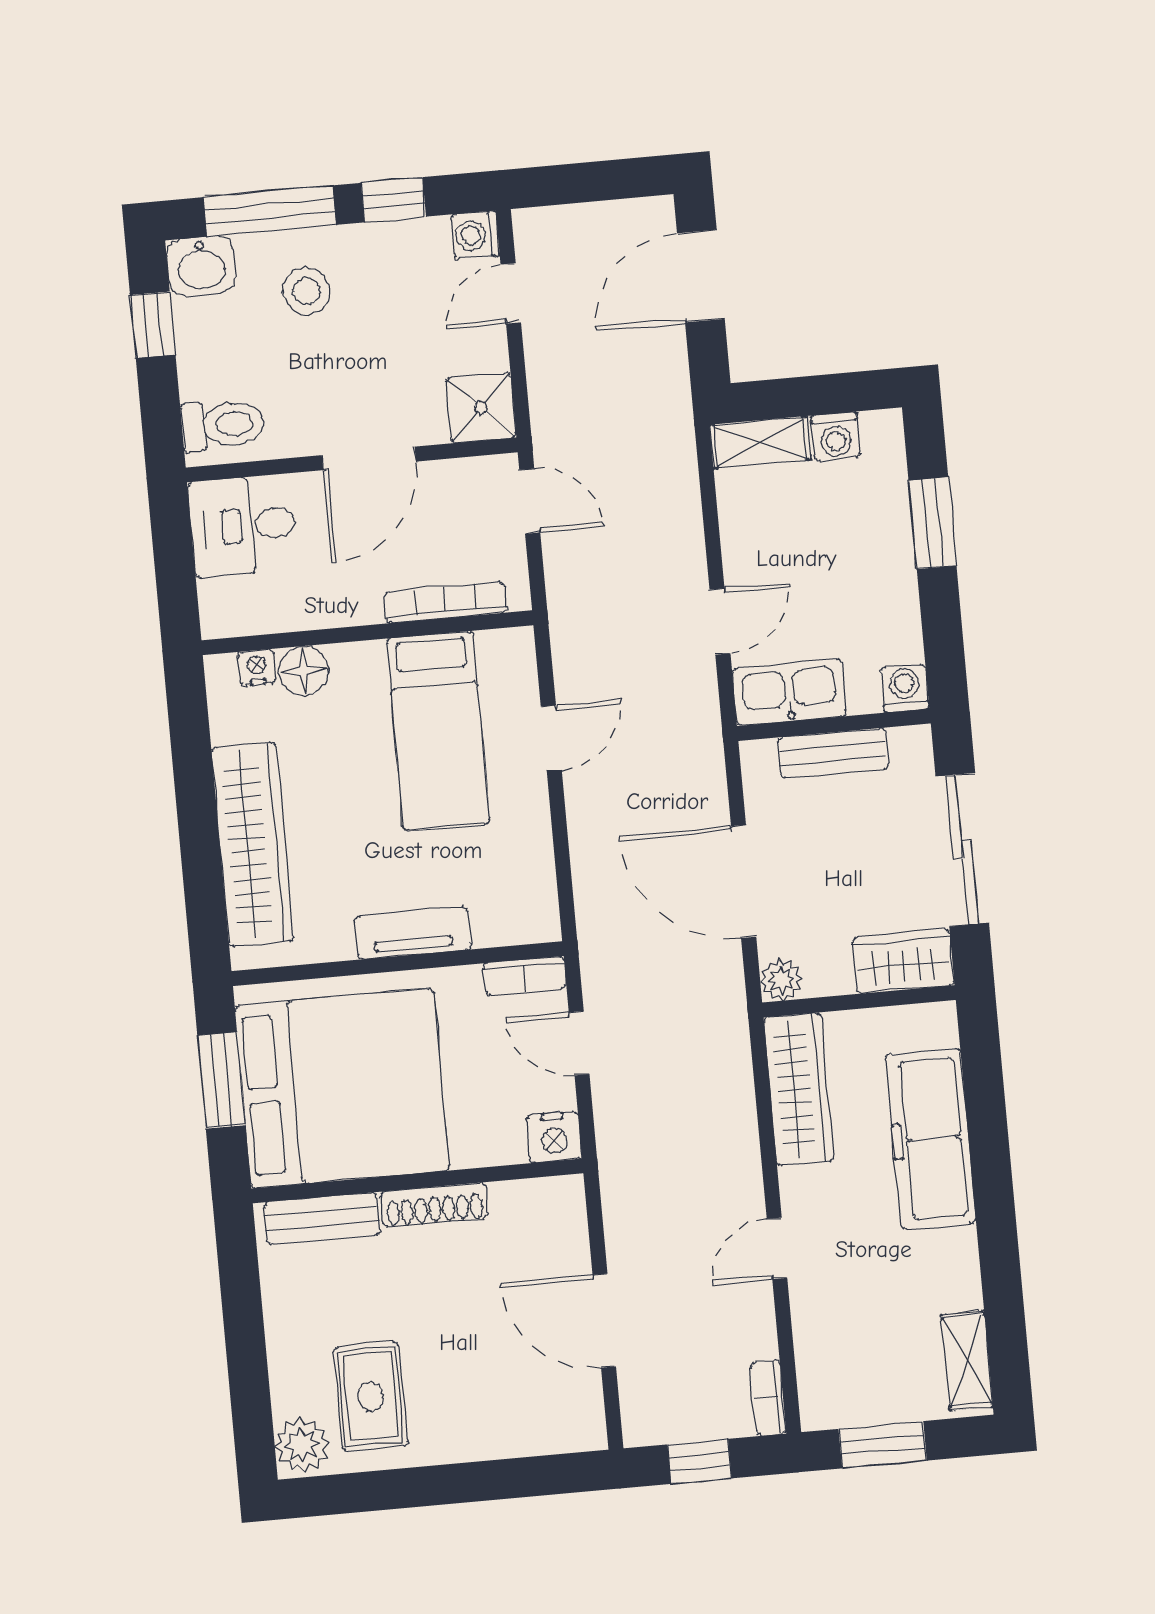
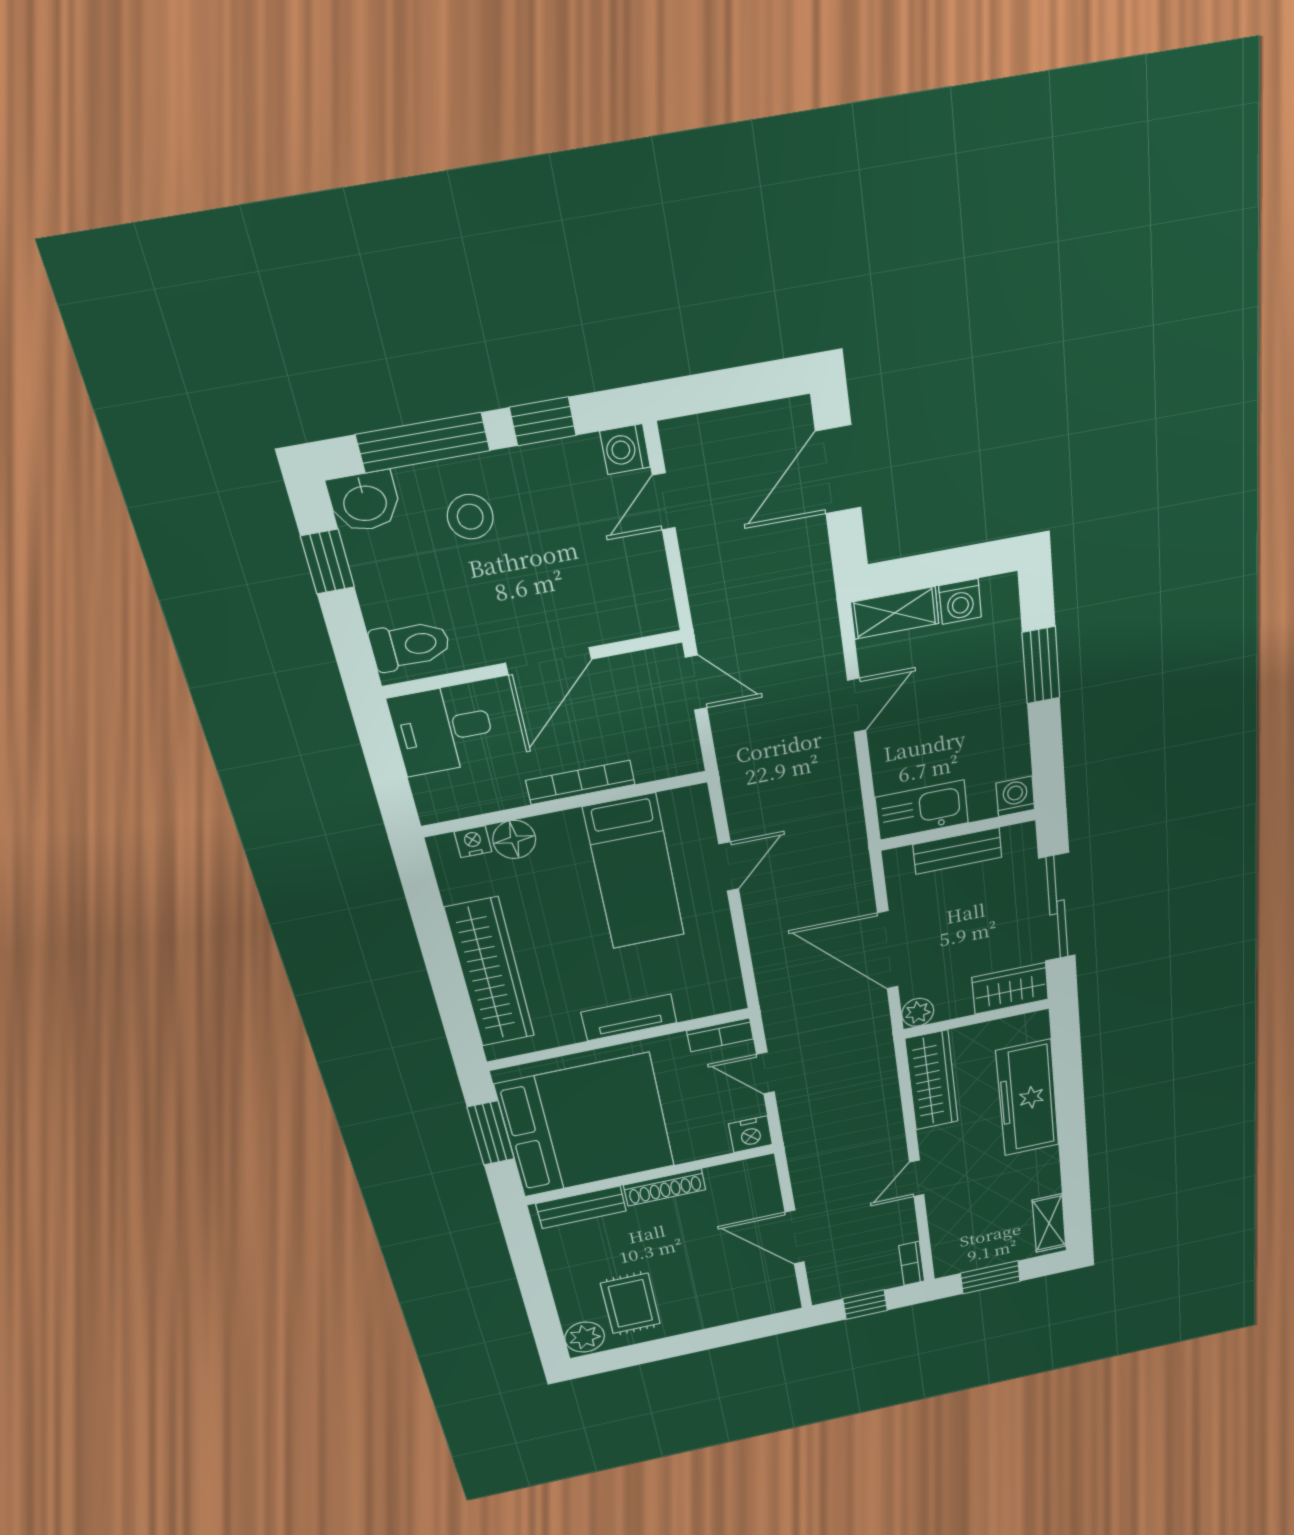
shower: (481, 408) -> (645, 607), removed
bookcase: (445, 603) -> (580, 782), moved
door: (720, 621) -> (857, 705), moved

